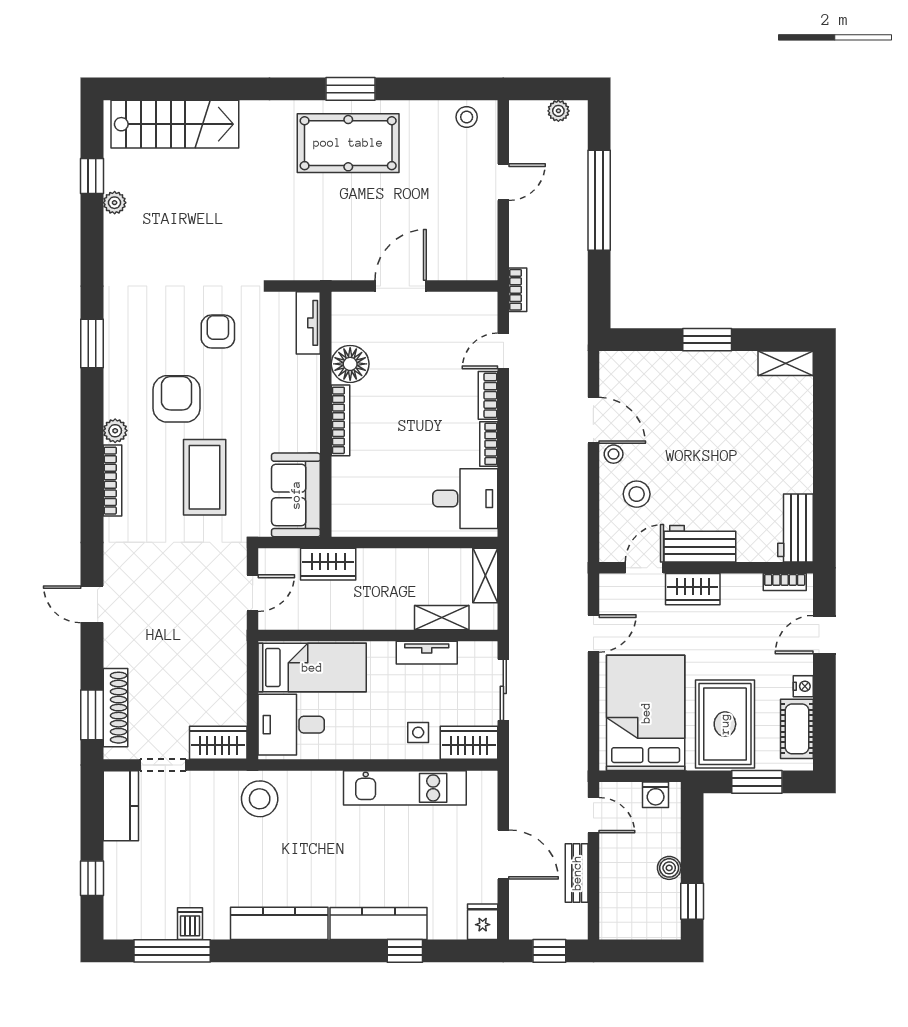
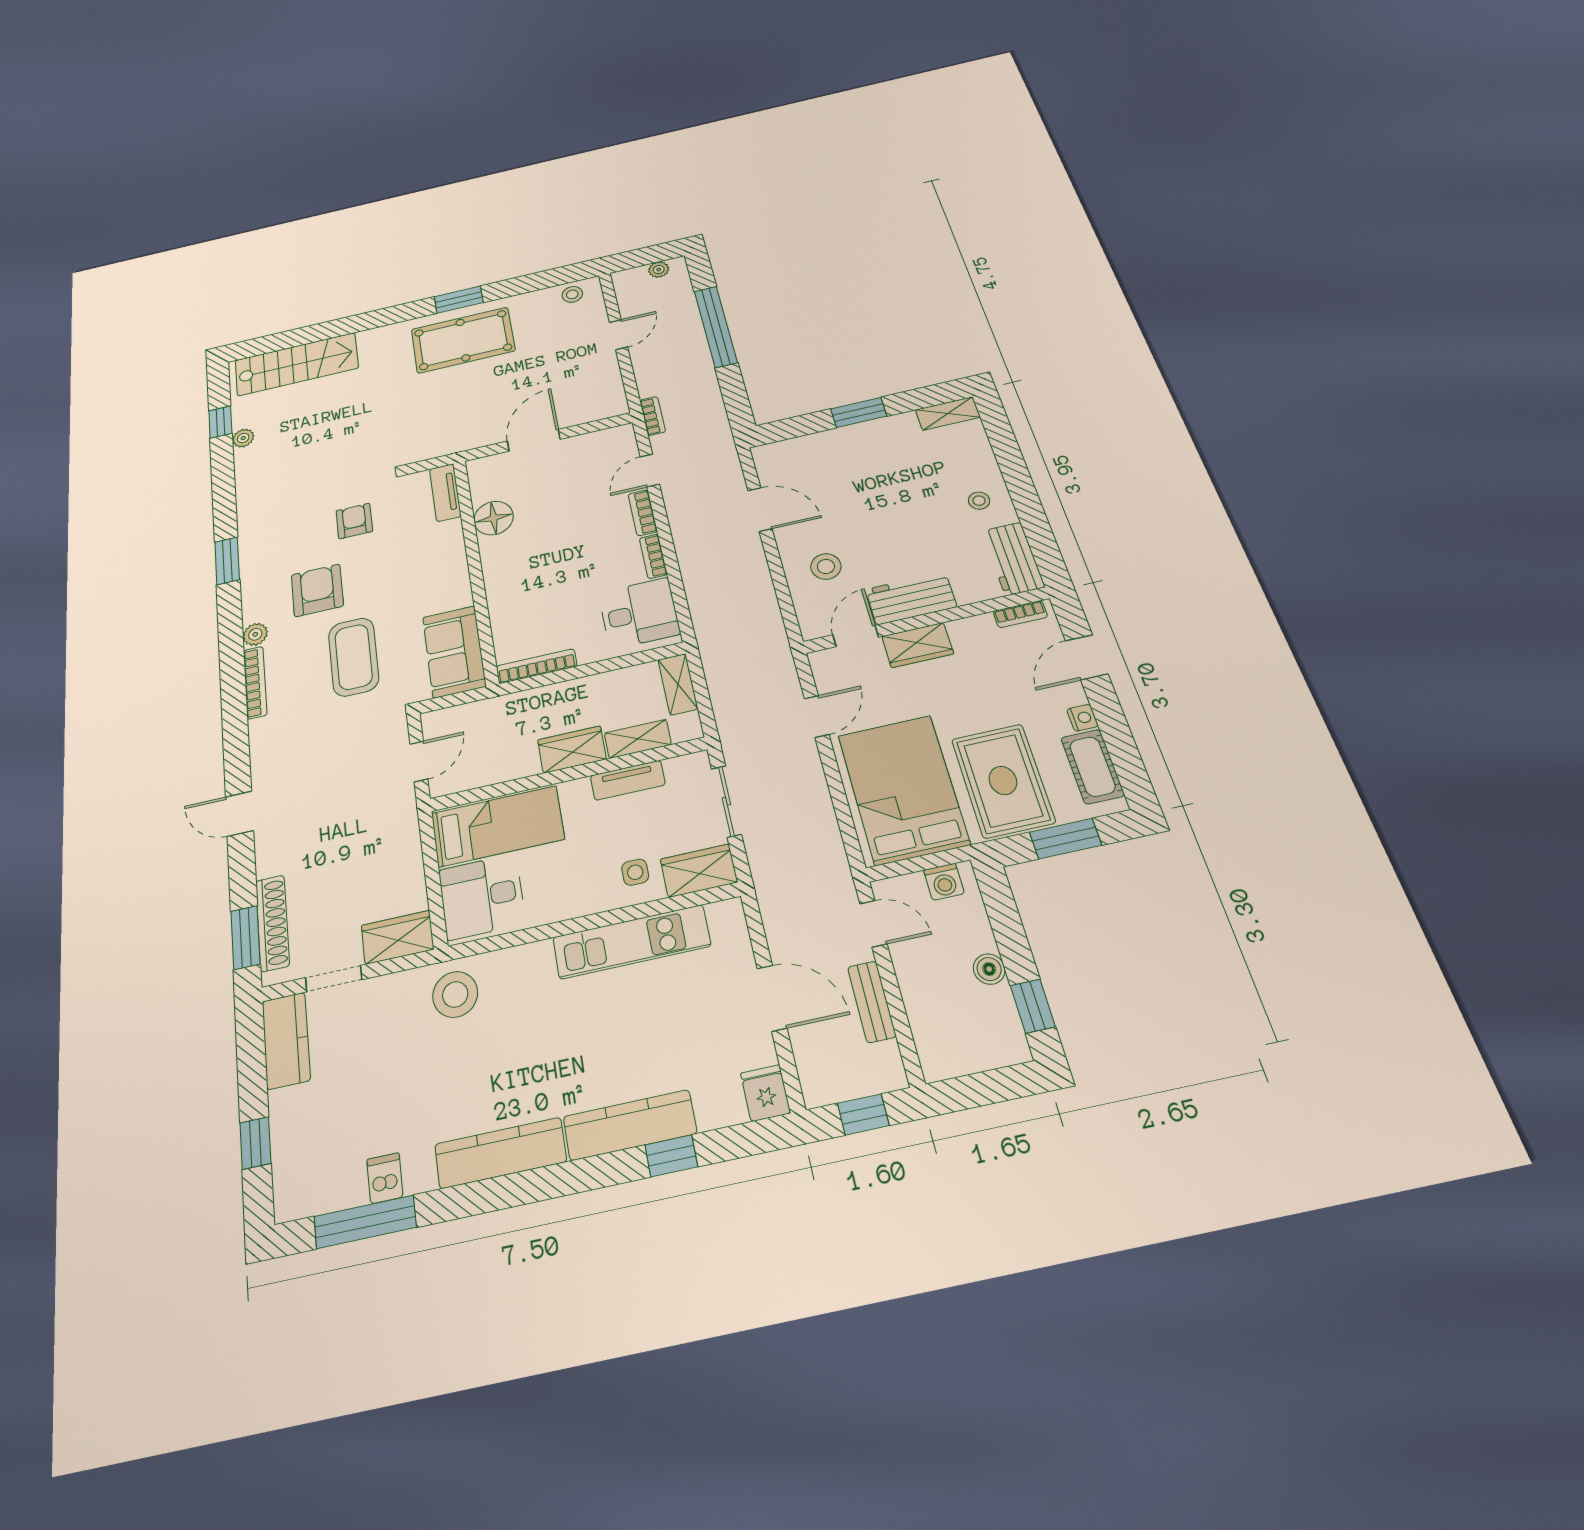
bookcase: (341, 420) -> (537, 666), moved, turned -90
stool: (614, 454) -> (979, 501), moved
wardrobe: (328, 564) -> (572, 749), moved, turned 180

